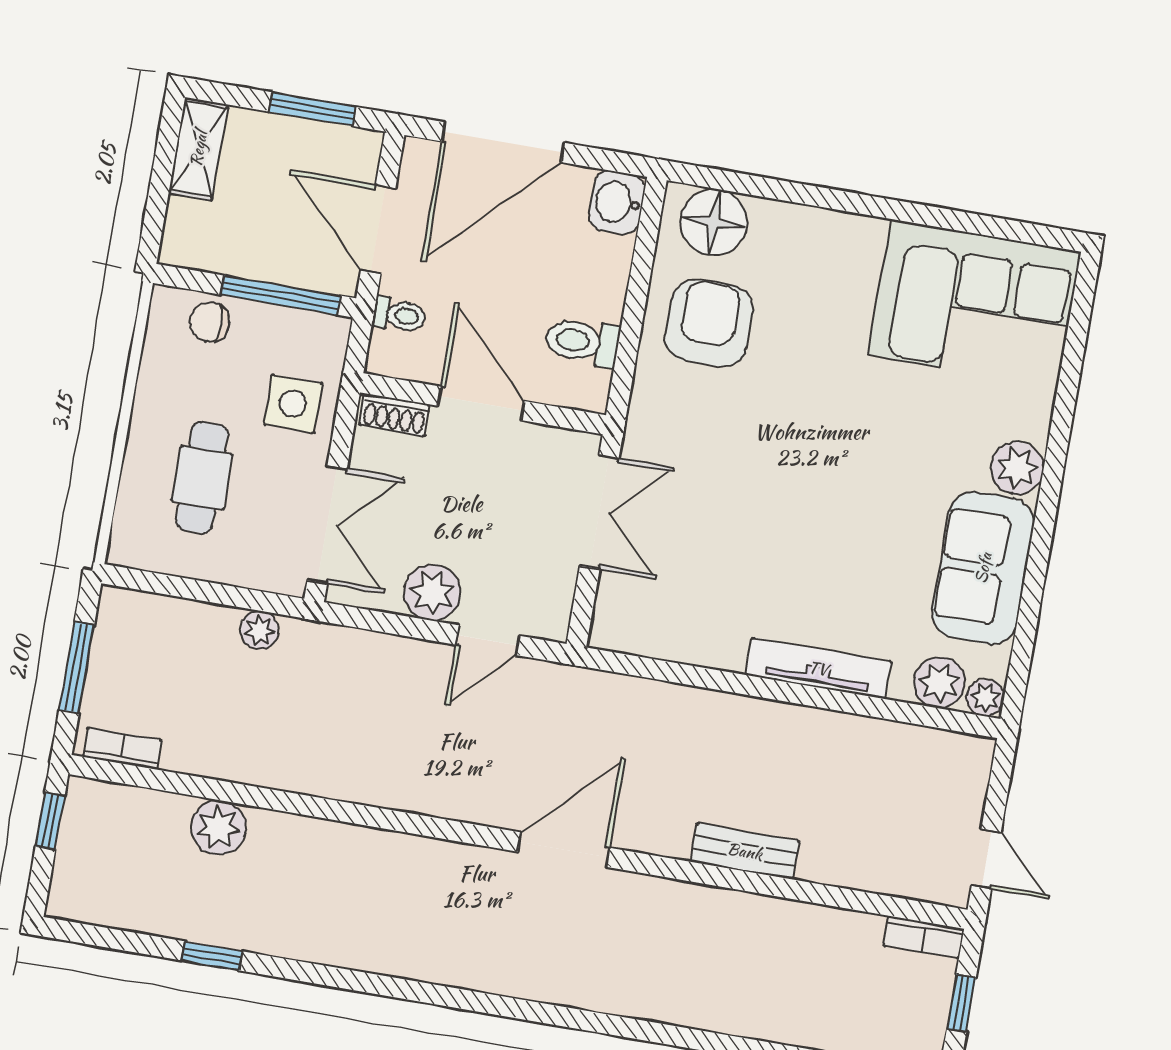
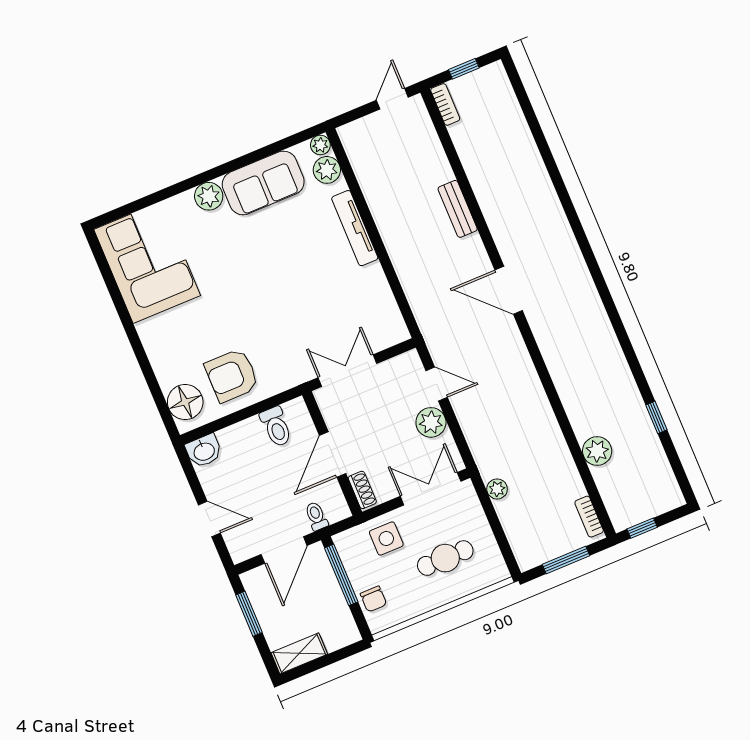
door: (503, 142) -> (209, 519), width x0.53

